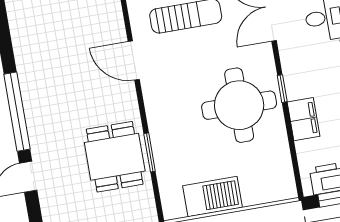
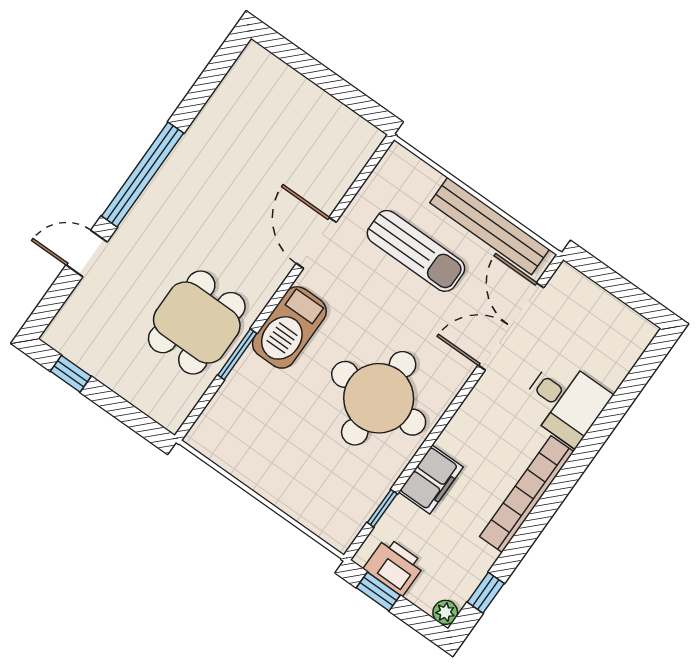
window: (282, 89) -> (382, 508), moved
barbecue: (212, 197) -> (289, 327), moved, turned 90

